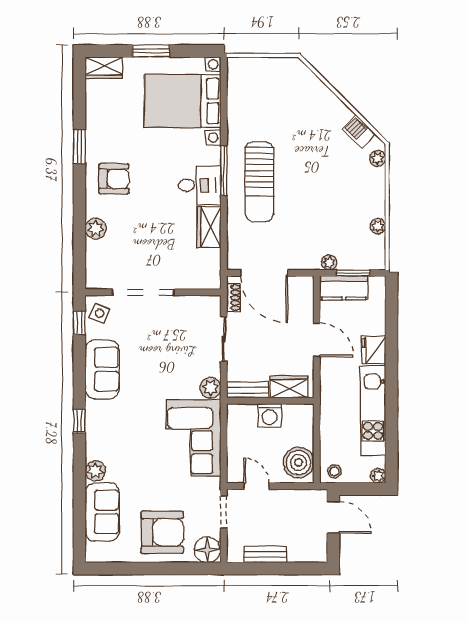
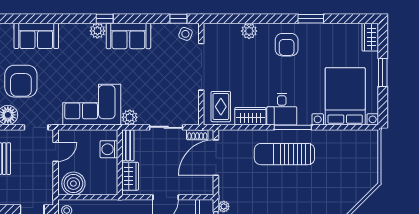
rug: (196, 266) -> (221, 107), added
sofa: (102, 369) -> (128, 36), moved
washing machine: (270, 415) -> (109, 149), moved
plant: (95, 471) -> (97, 31), moved

